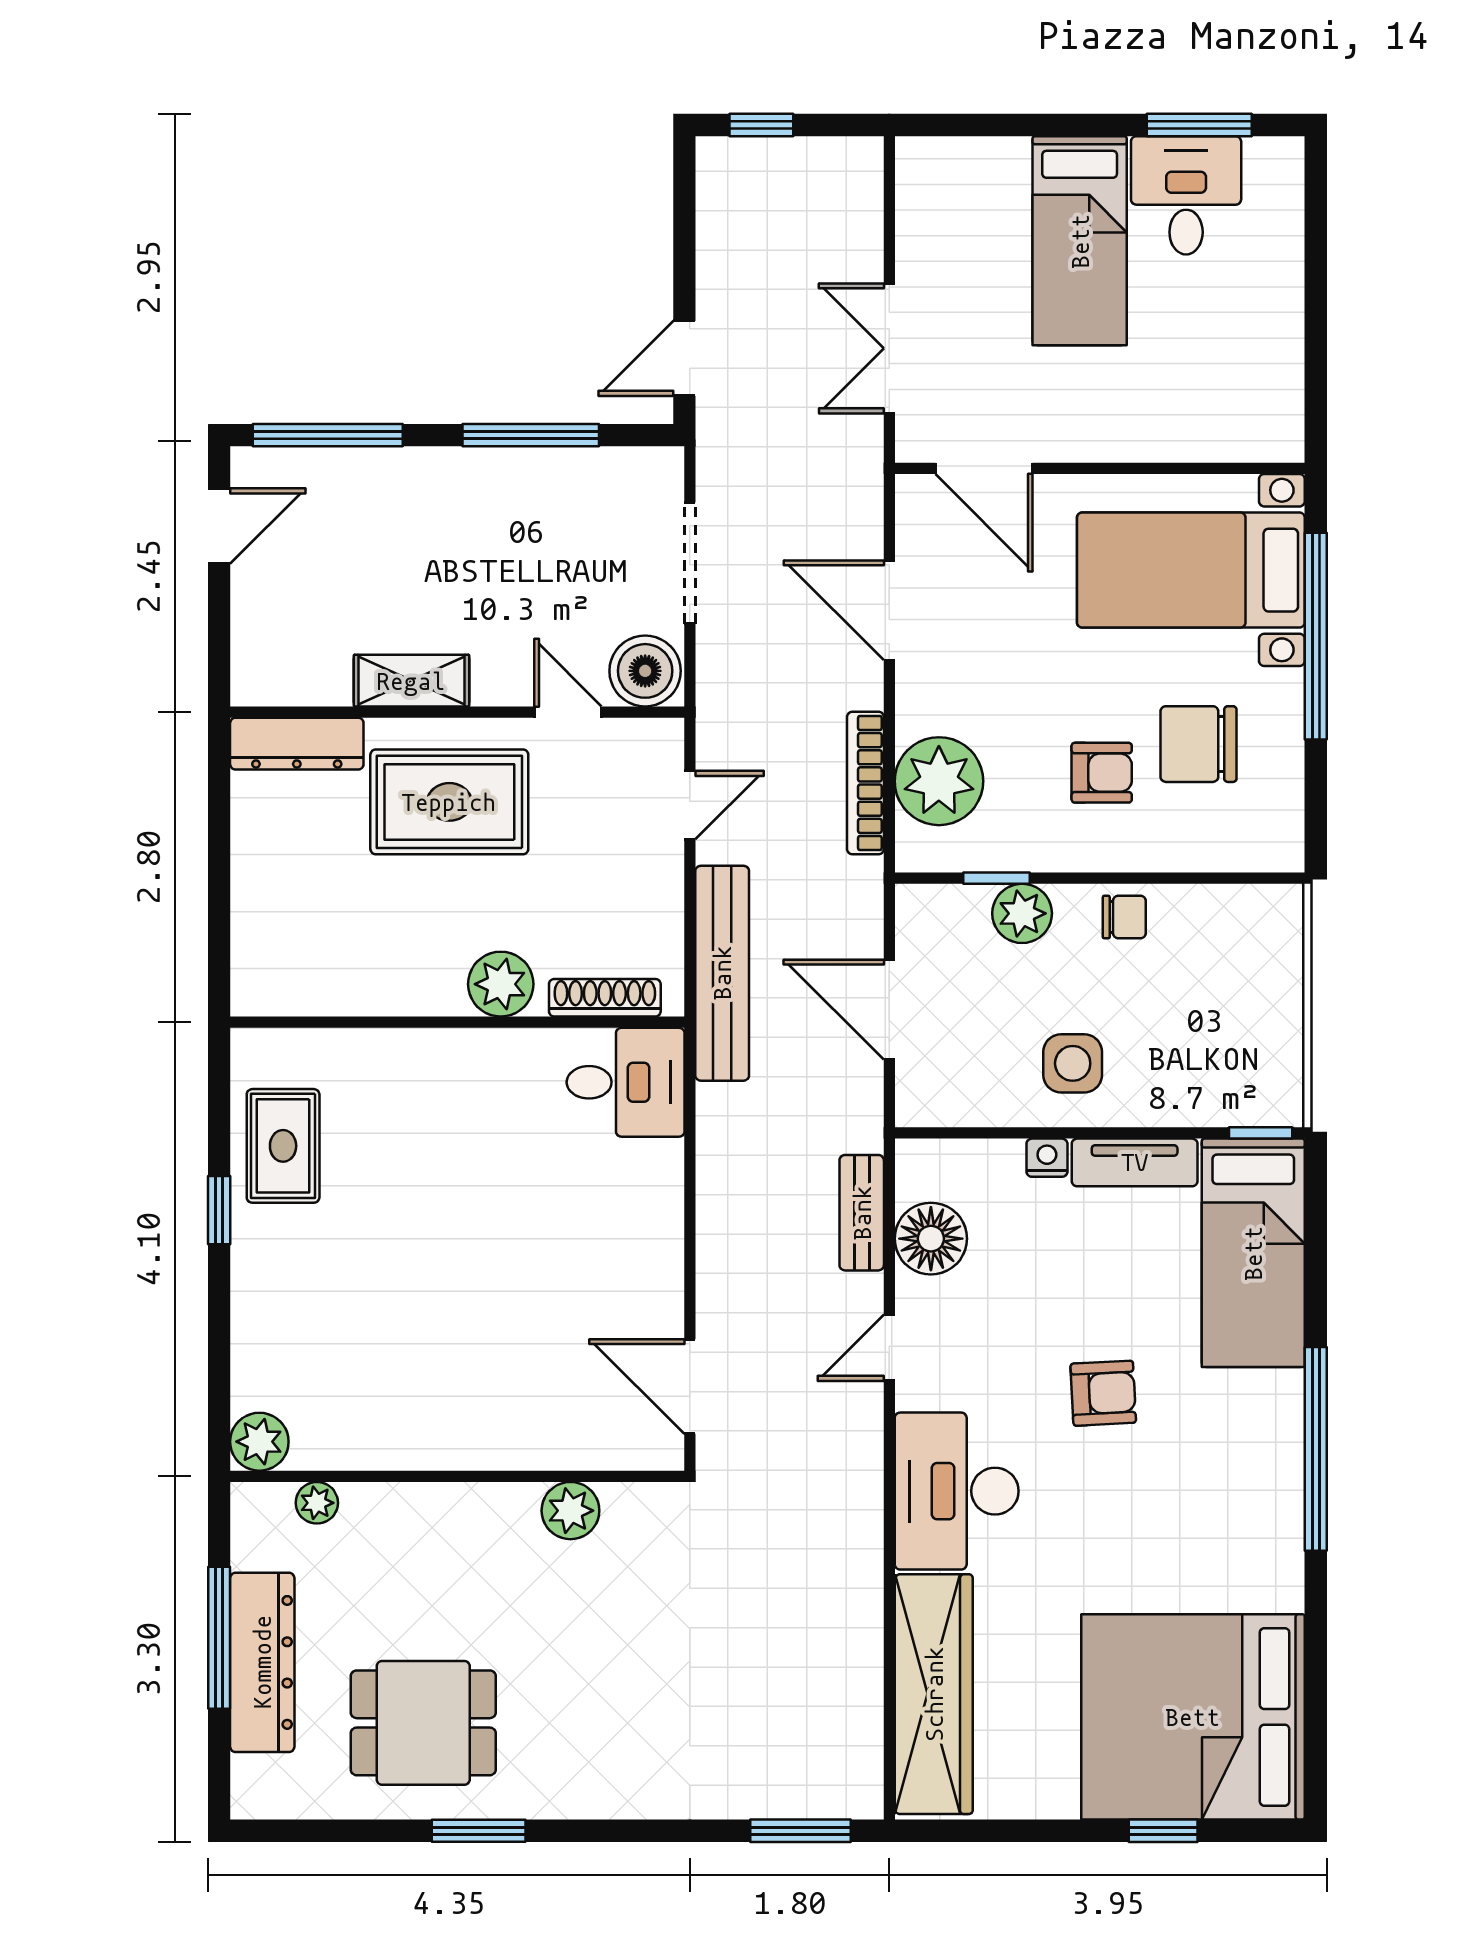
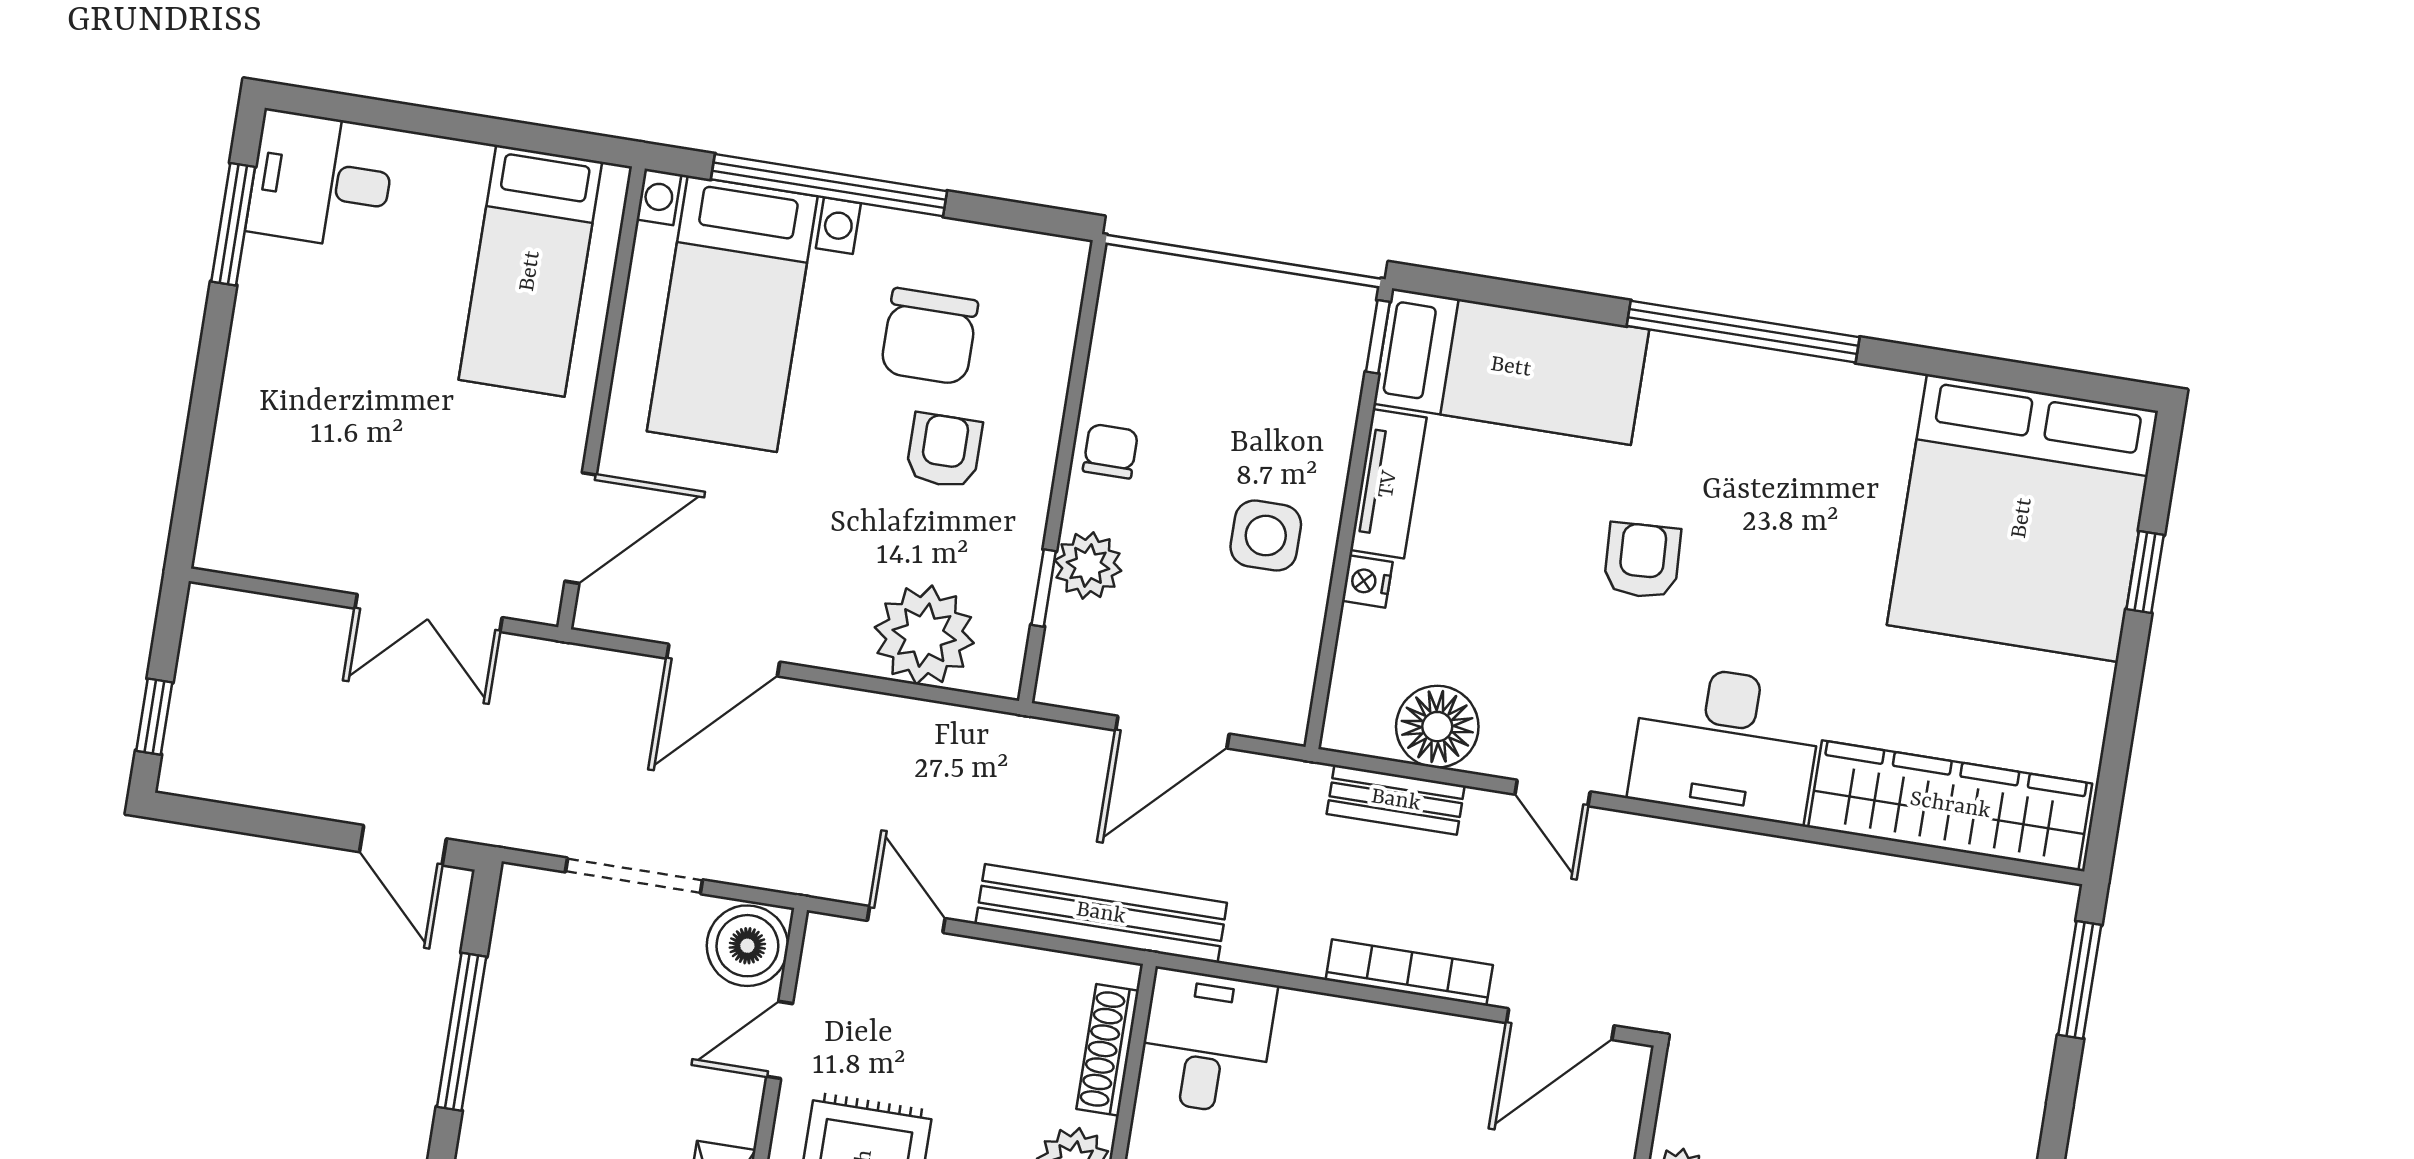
desk: (1186, 195) -> (321, 180), moved
bed: (1080, 241) -> (530, 271), moved, turned 90
bookcase: (865, 783) -> (1409, 973), moved, turned 180

